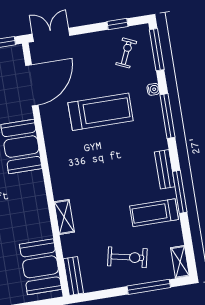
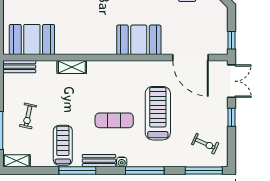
window: (118, 24) -> (231, 117), moved
water cooler: (153, 89) -> (122, 162), moved
treadmill: (101, 112) -> (158, 113), turned 180
exercise mat: (117, 159) -> (114, 120), added
exercise bike: (127, 257) -> (28, 116), width x0.73, depth x0.72

